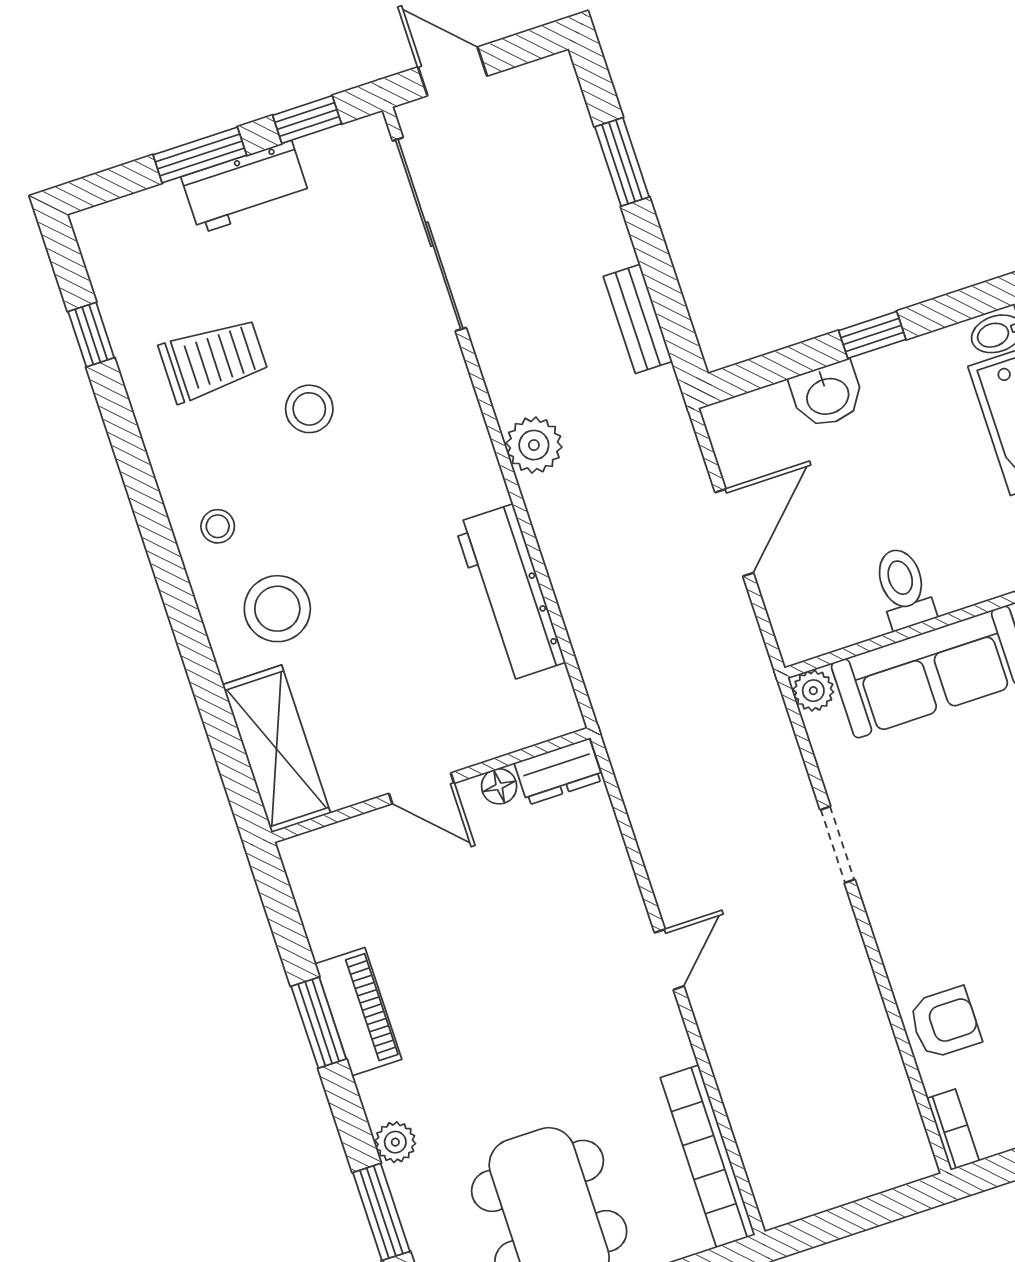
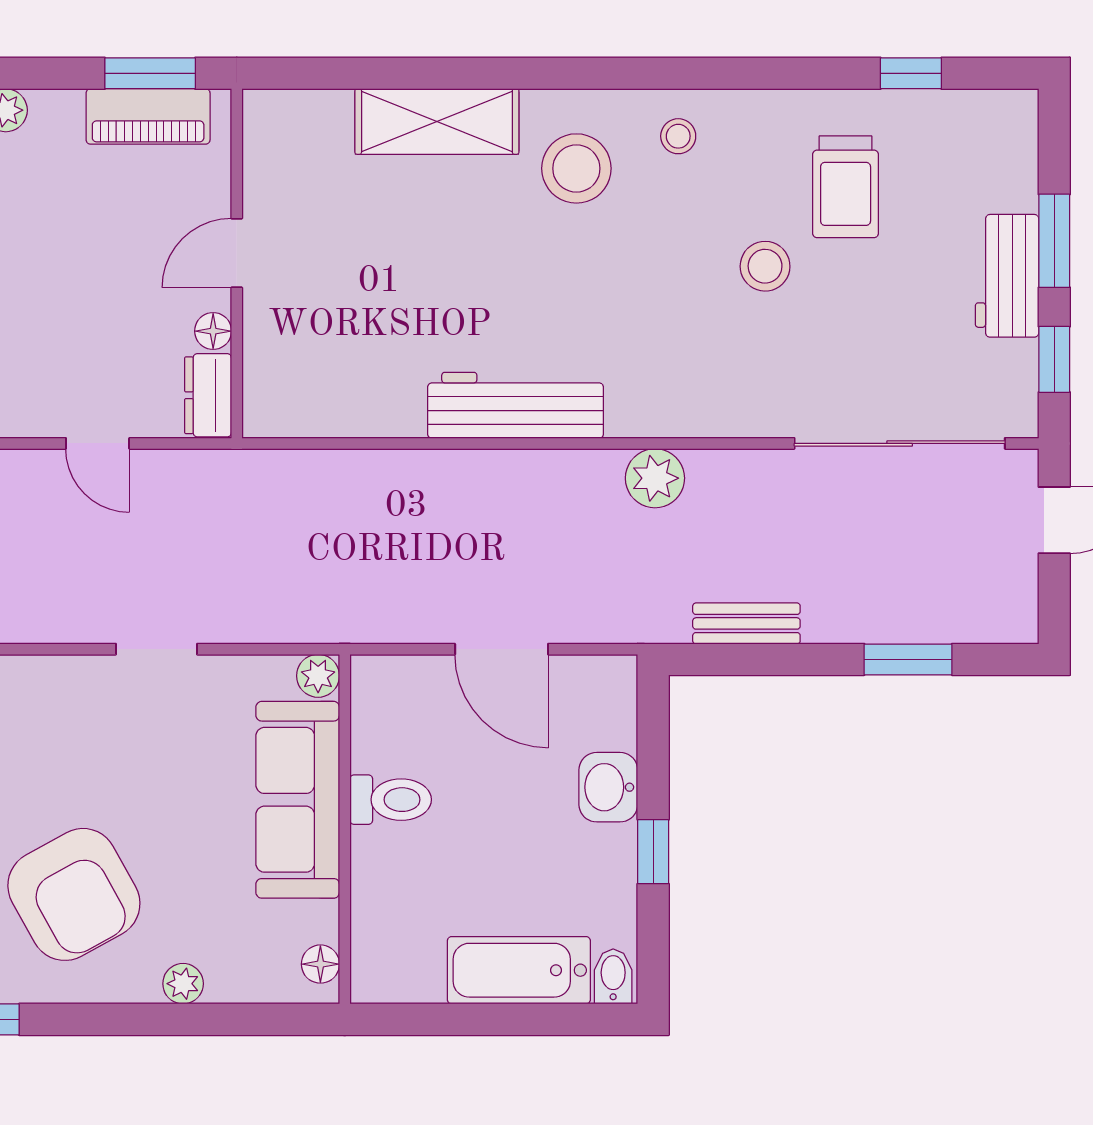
dresser: (559, 772) -> (208, 395), moved
wall: (431, 785) -> (237, 264), moved
floor lamp: (499, 786) -> (213, 331), moved
door: (422, 788) -> (237, 253), moved

